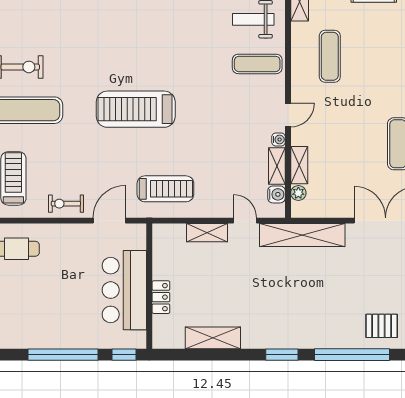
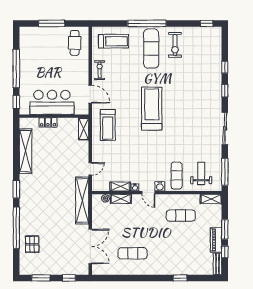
water cooler: (276, 194) -> (160, 186), moved
shelving: (207, 233) -> (84, 129), moved
shelving: (213, 338) -> (26, 151), width x1.47

